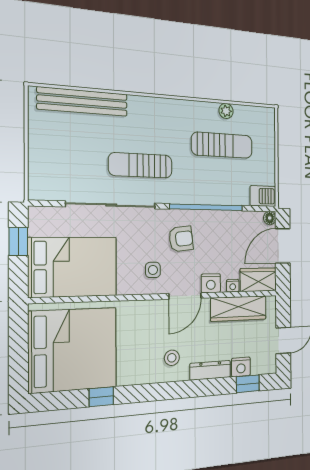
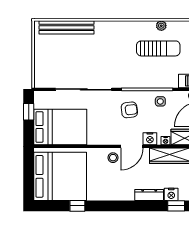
sun lounger: (141, 165) -> (103, 64), removed
side table: (153, 270) -> (160, 101), moved
stool: (172, 358) -> (113, 158), moved

